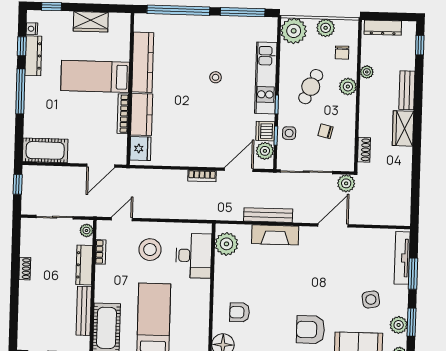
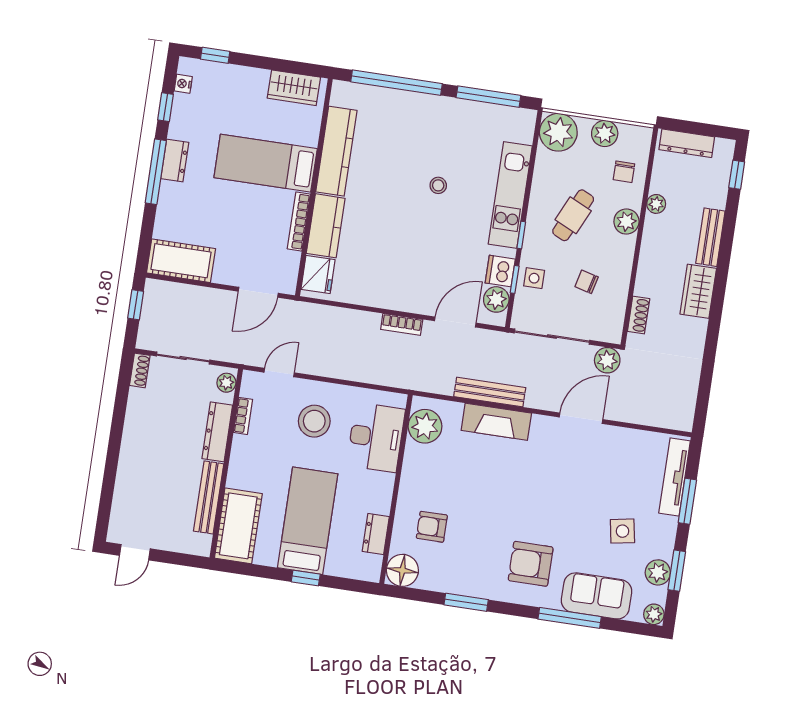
wardrobe: (91, 22) -> (294, 88), moved
dresser: (33, 56) -> (175, 161), moved, width x0.70
shoe rack: (25, 269) -> (140, 370), moved
dresser: (202, 322) -> (376, 534), added

